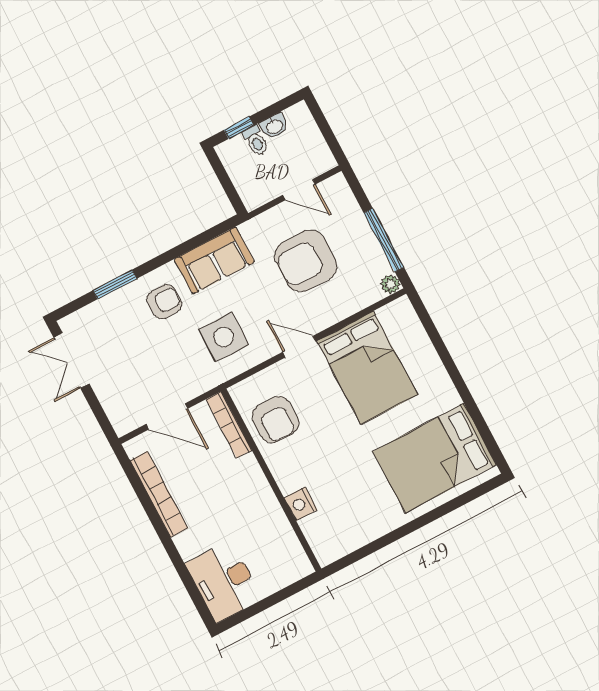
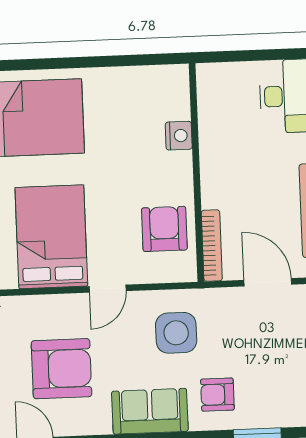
door: (299, 347) -> (108, 289), hinge flipped

